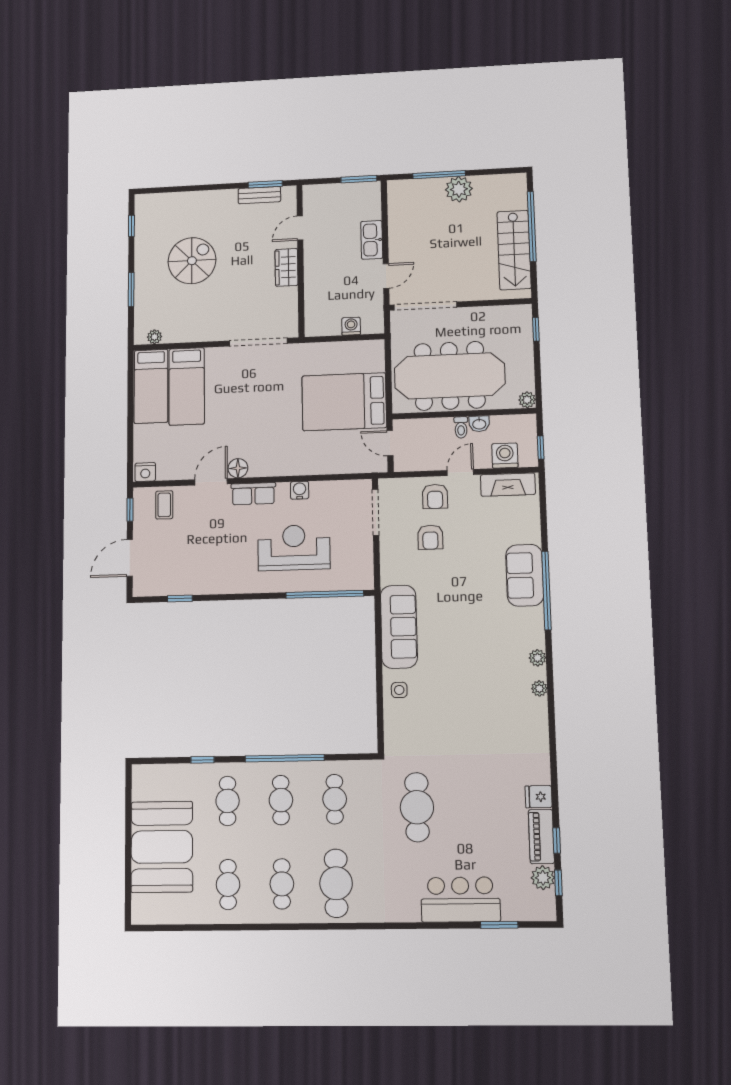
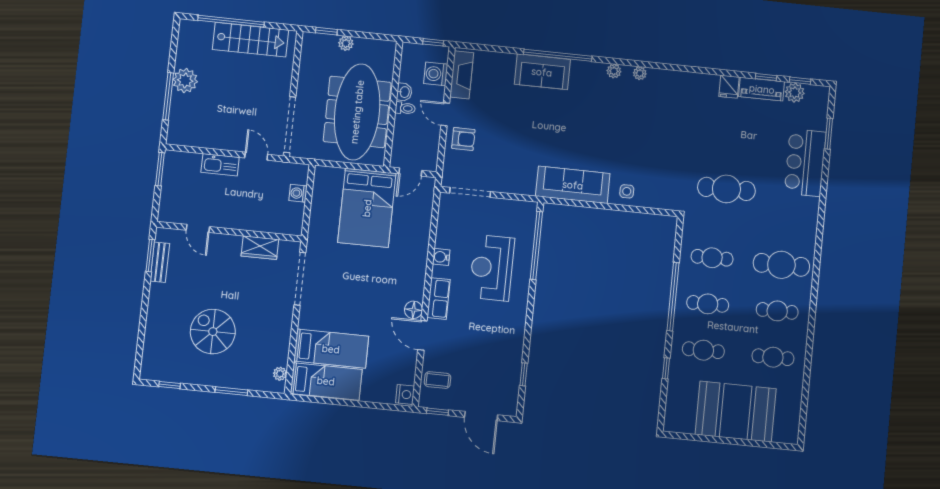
wardrobe: (287, 267) -> (260, 248), moved
plant: (527, 400) -> (346, 43), moved
armchair: (430, 537) -> (499, 148), removed

